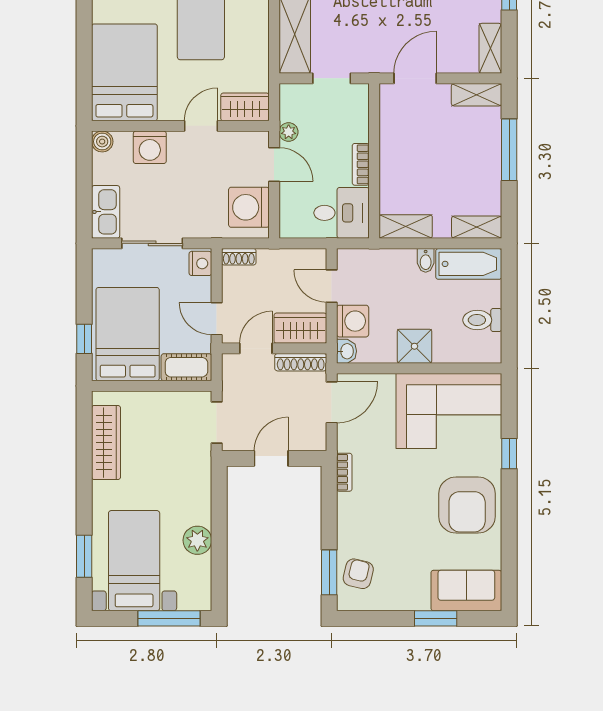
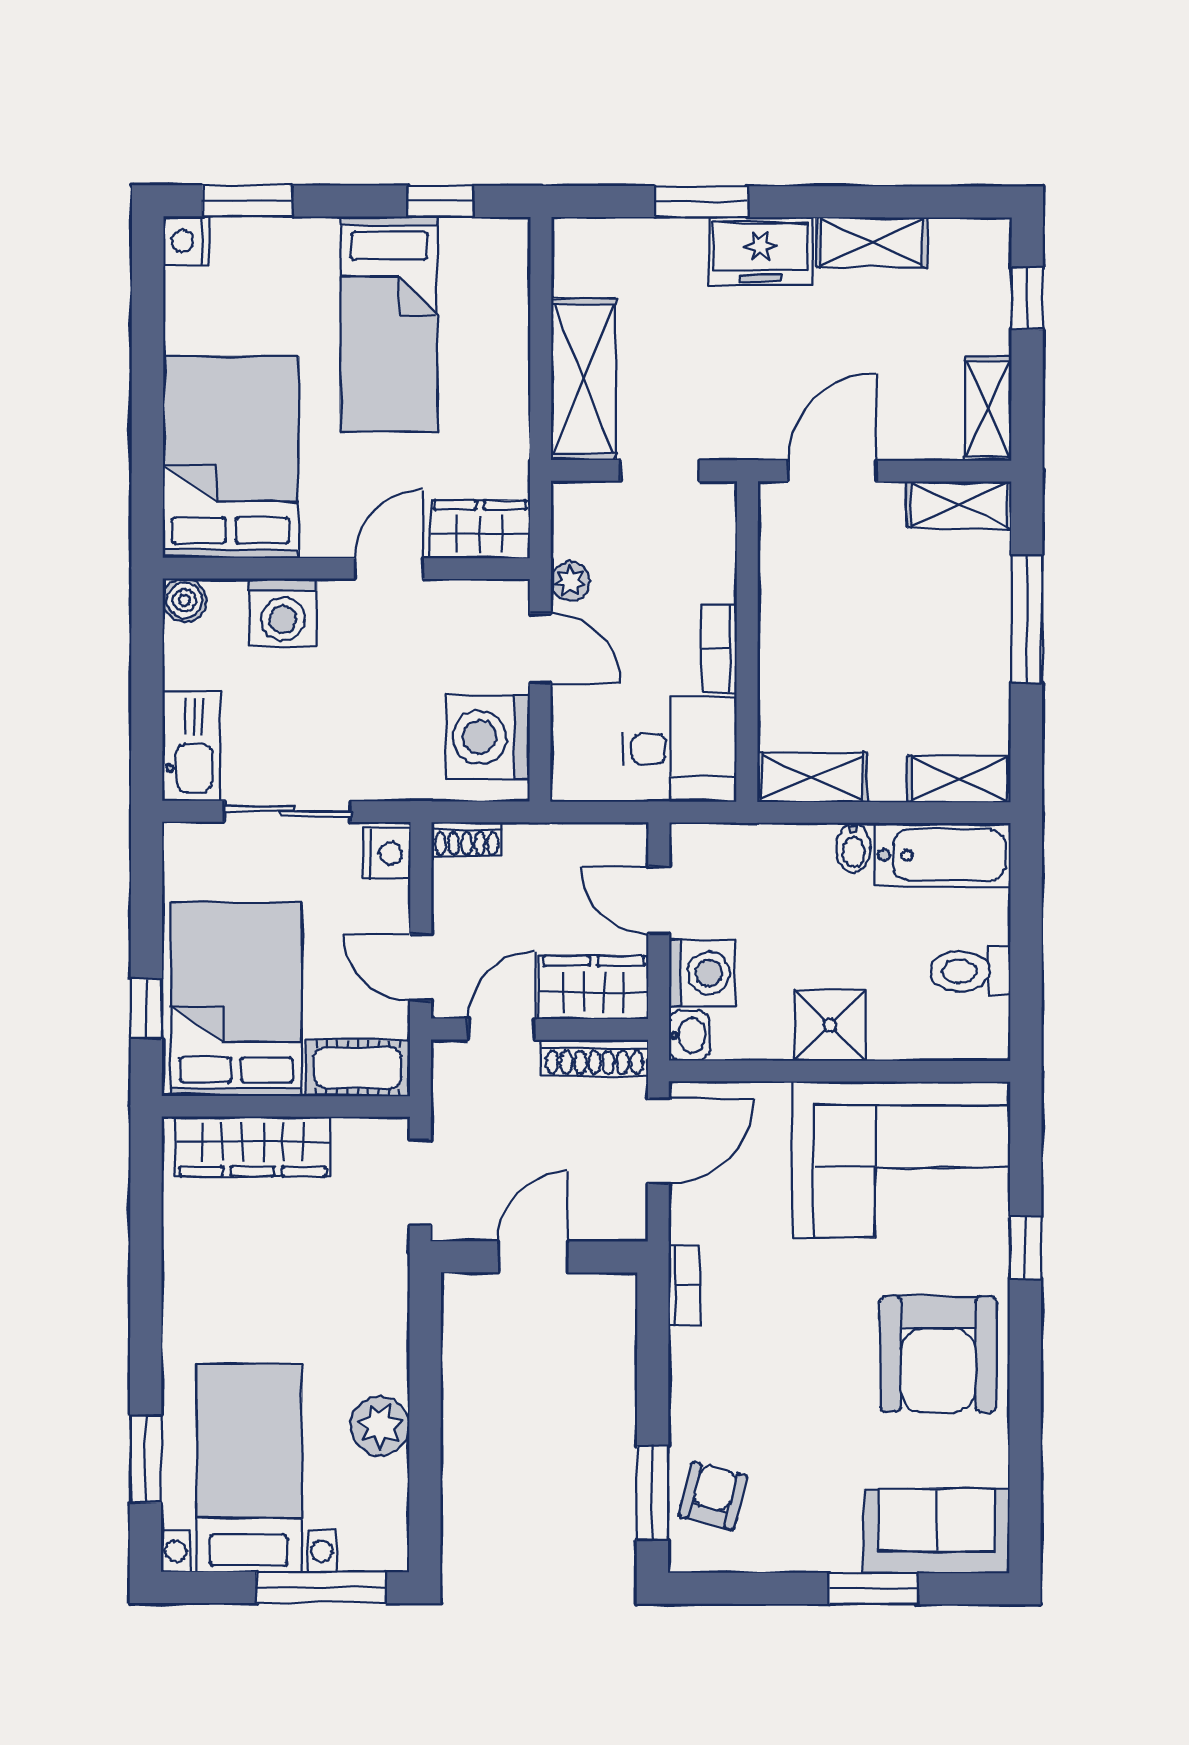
wardrobe: (106, 443) -> (253, 1146), moved, turned 90

